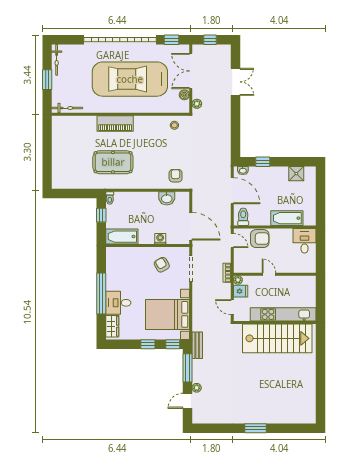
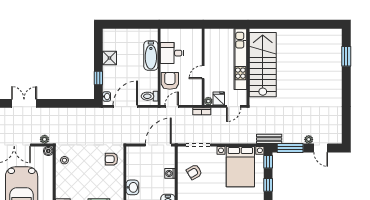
boiler: (184, 95) -> (48, 151), moved
shower: (296, 174) -> (109, 58), moved
washbasin: (167, 198) -> (132, 187), moved
desk: (304, 241) -> (172, 53), moved
window: (255, 428) -> (346, 56), moved

